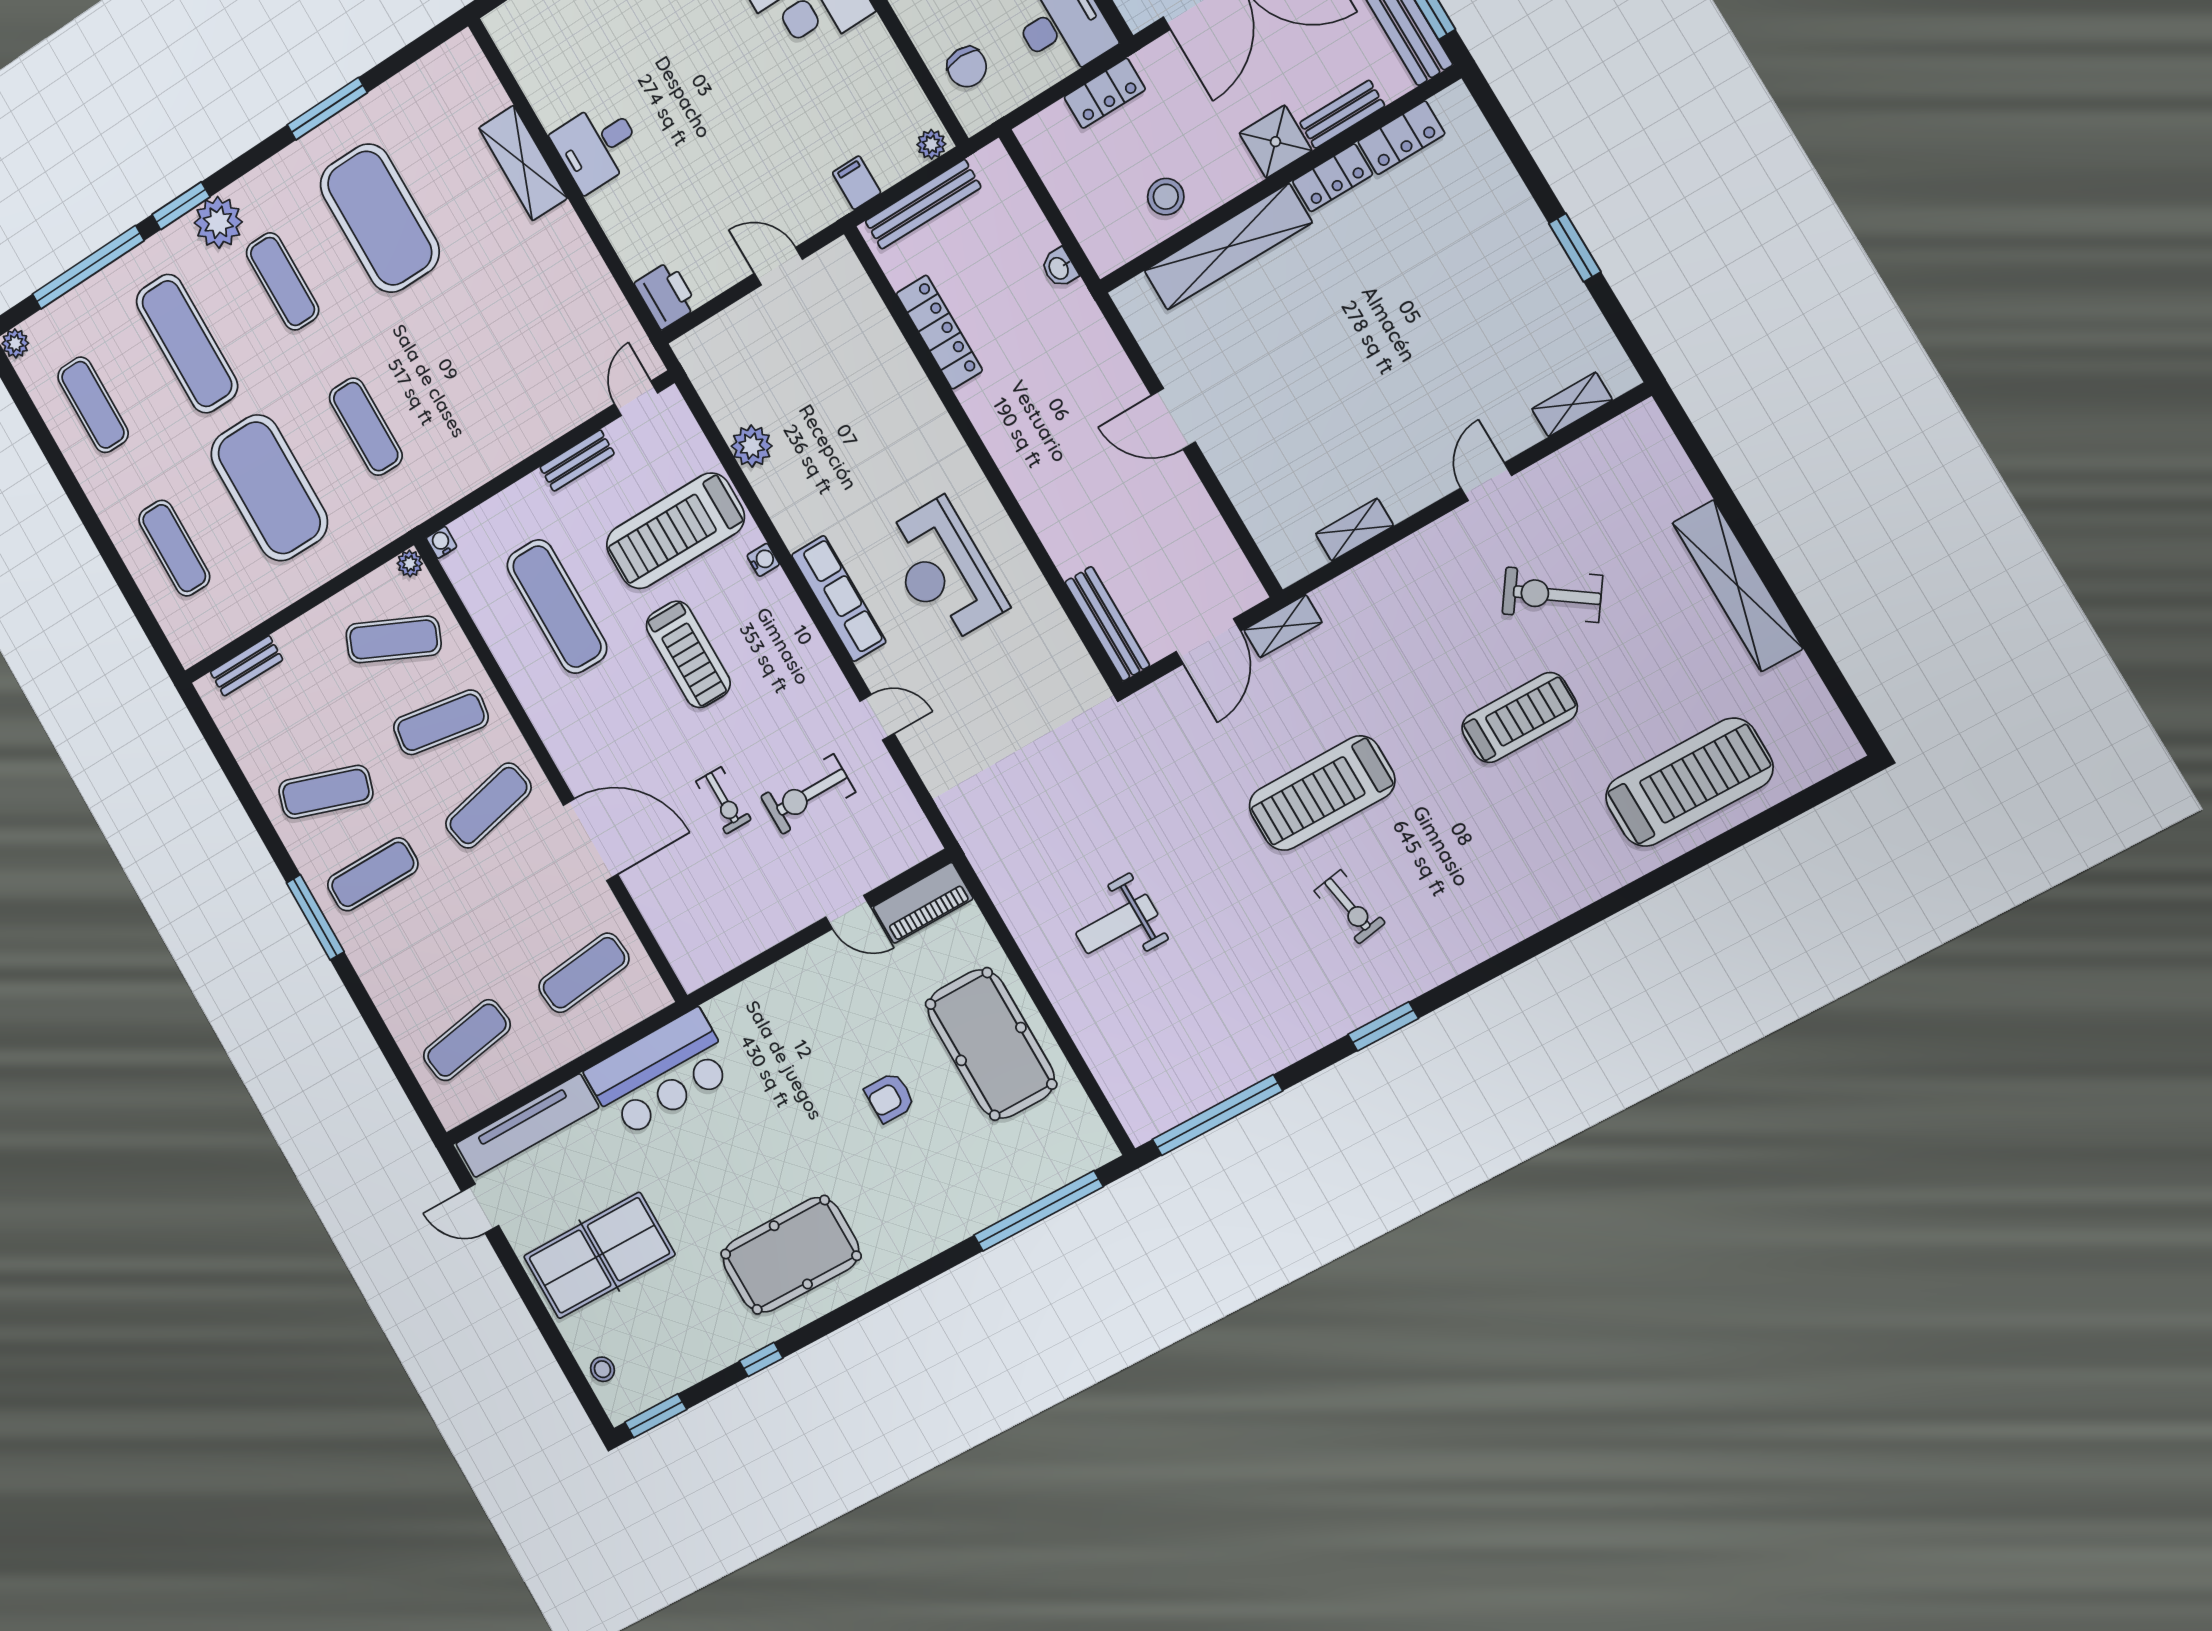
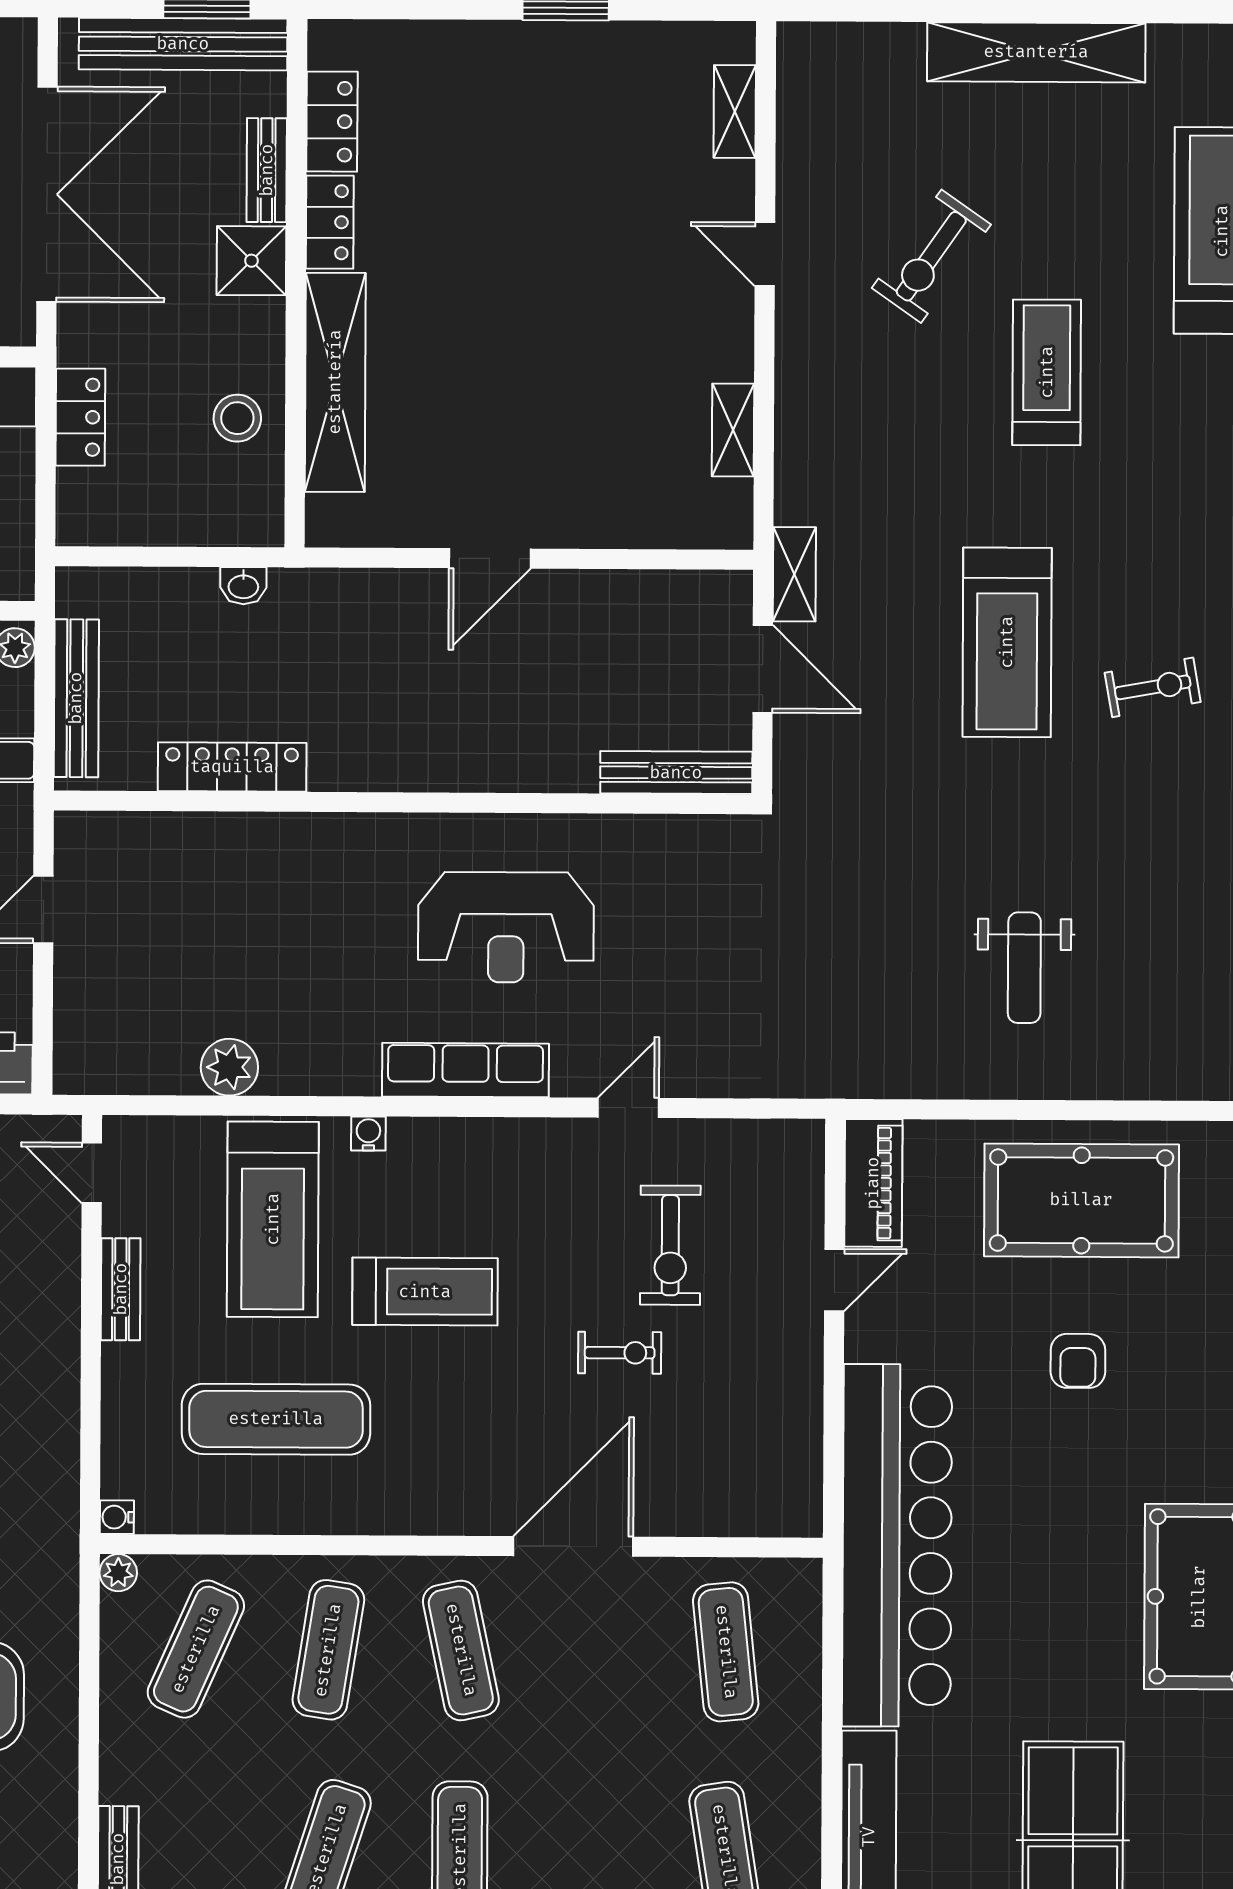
bar counter: (660, 1073) -> (897, 1545), width x1.86

